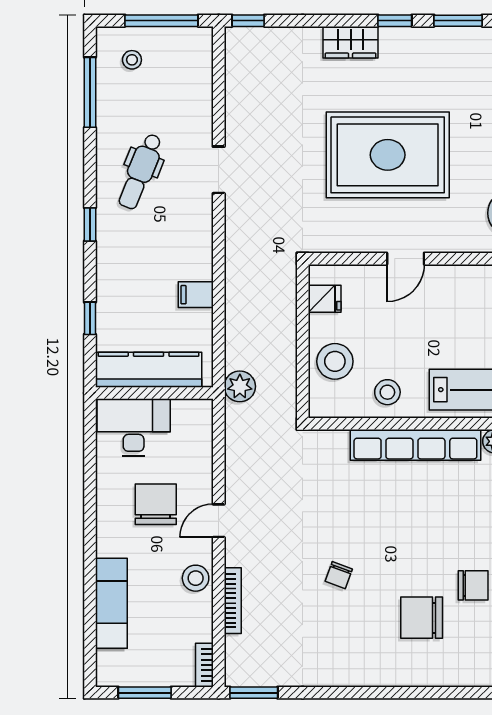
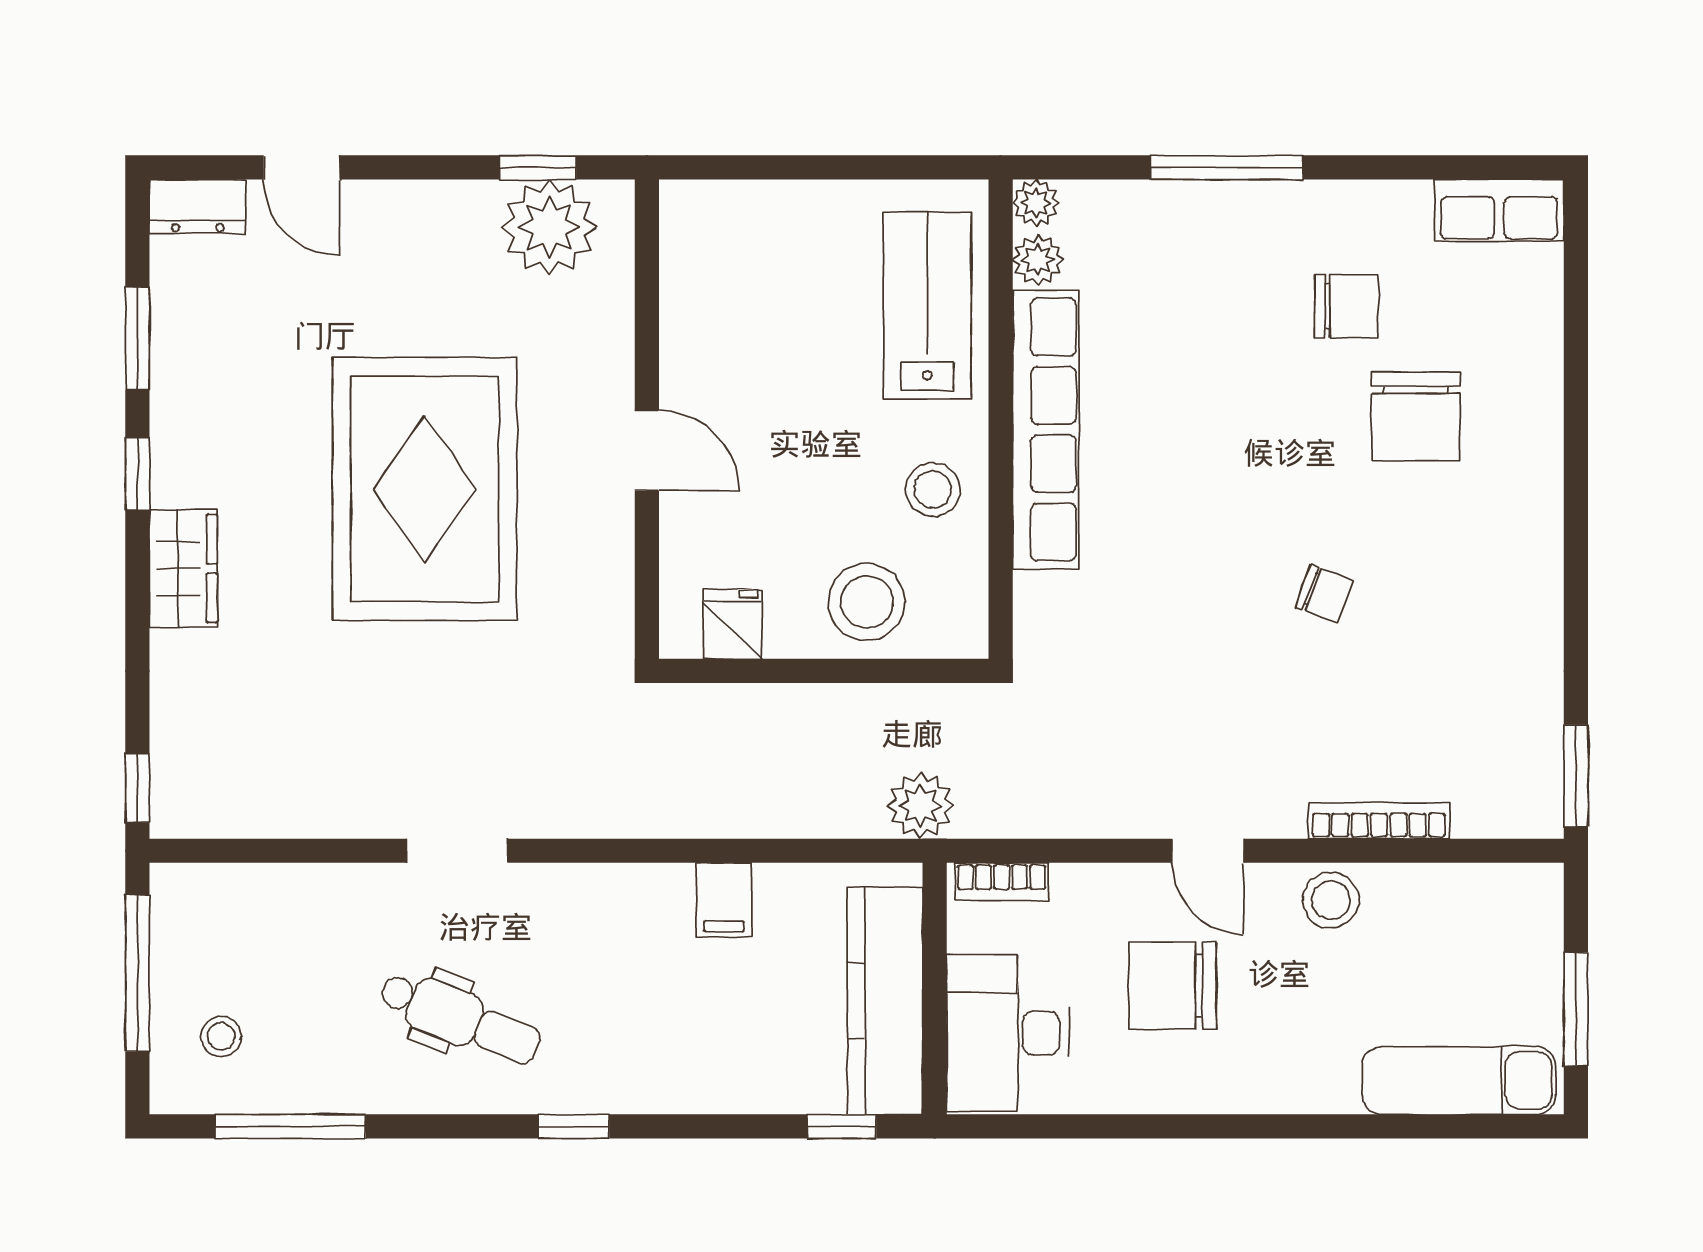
window: (90, 318) -> (842, 1126), moved
chair: (473, 585) -> (1346, 306), turned 90
exam couch: (111, 603) -> (1459, 1081), moved
bookcase: (204, 665) -> (1001, 882), moved

